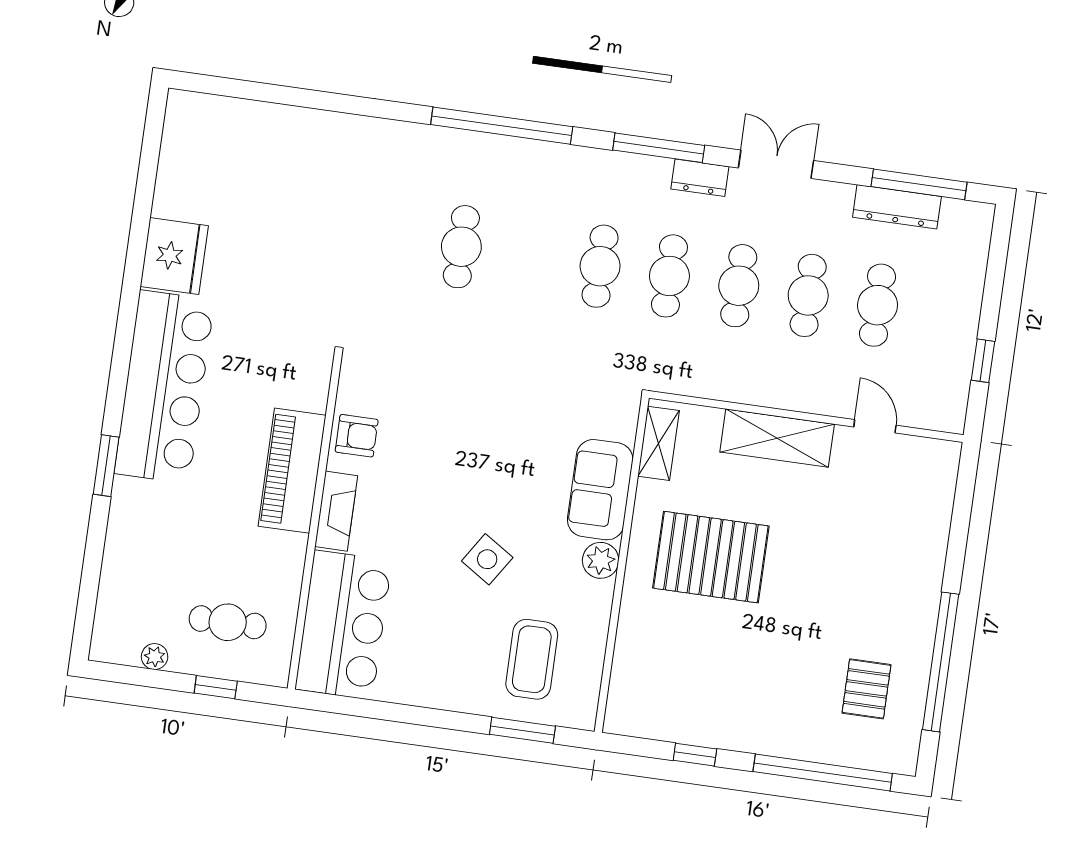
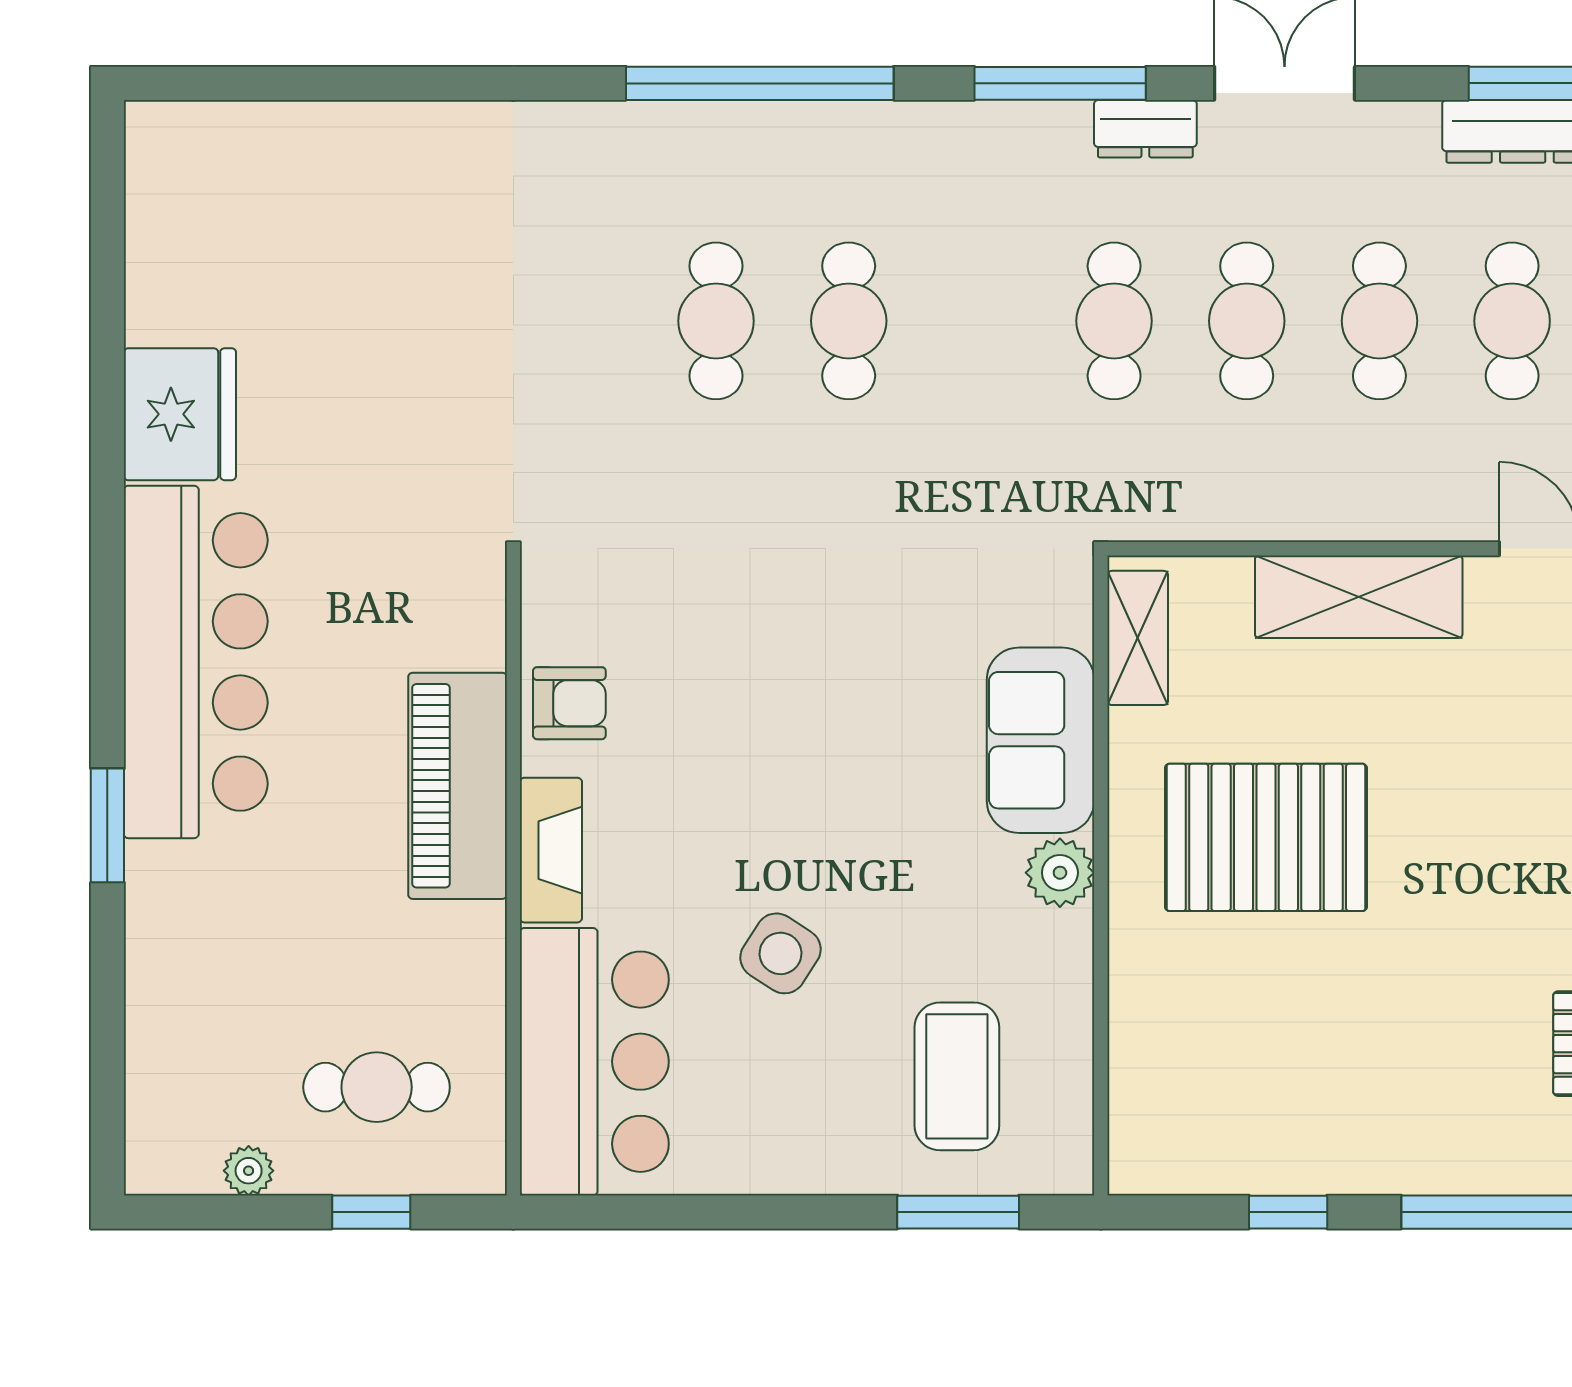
cafe table: (600, 266) -> (849, 321), moved
side table: (487, 559) -> (780, 953), moved

